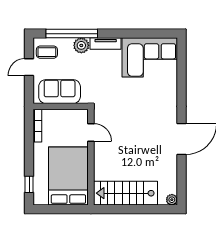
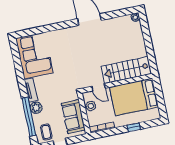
stool: (69, 117) -> (91, 106), added
door: (91, 132) -> (99, 87), swing flipped
window: (29, 184) -> (134, 127), moved
stairs: (126, 193) -> (126, 70), moved, turned 90

